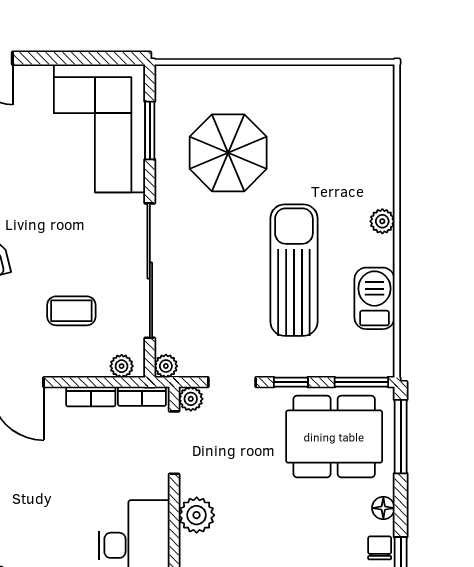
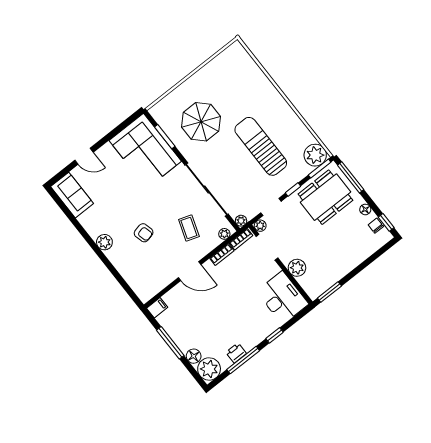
plant: (382, 221) -> (315, 155), moved, width x1.87, depth x1.87
barbecue: (374, 298) -> (300, 133), removed
coffee table: (71, 311) -> (189, 228), turned -71

